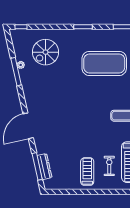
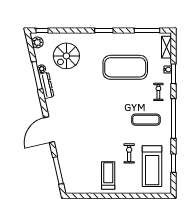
plant: (17, 39) -> (37, 42), added
exercise bike: (109, 166) -> (129, 153), moved
dresser: (44, 167) -> (46, 85), moved

